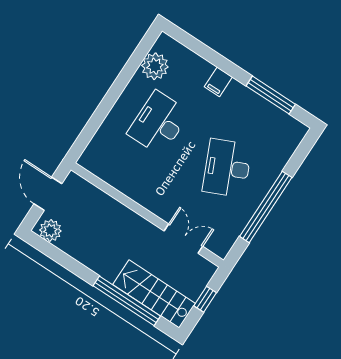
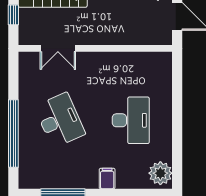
plant: (155, 66) -> (160, 173), moved
window: (266, 207) -> (13, 133), moved

